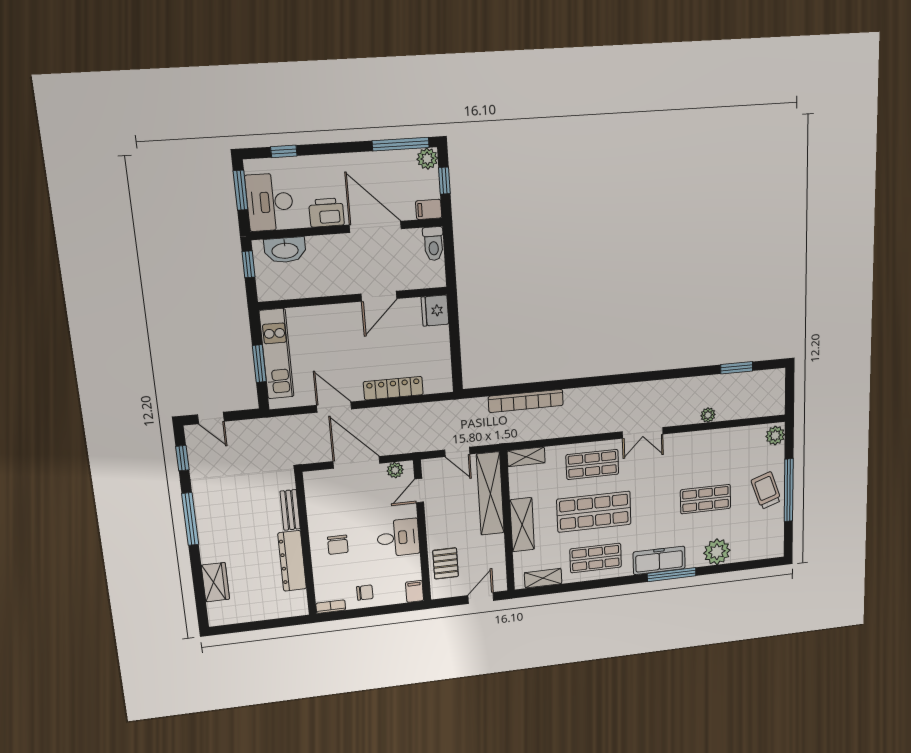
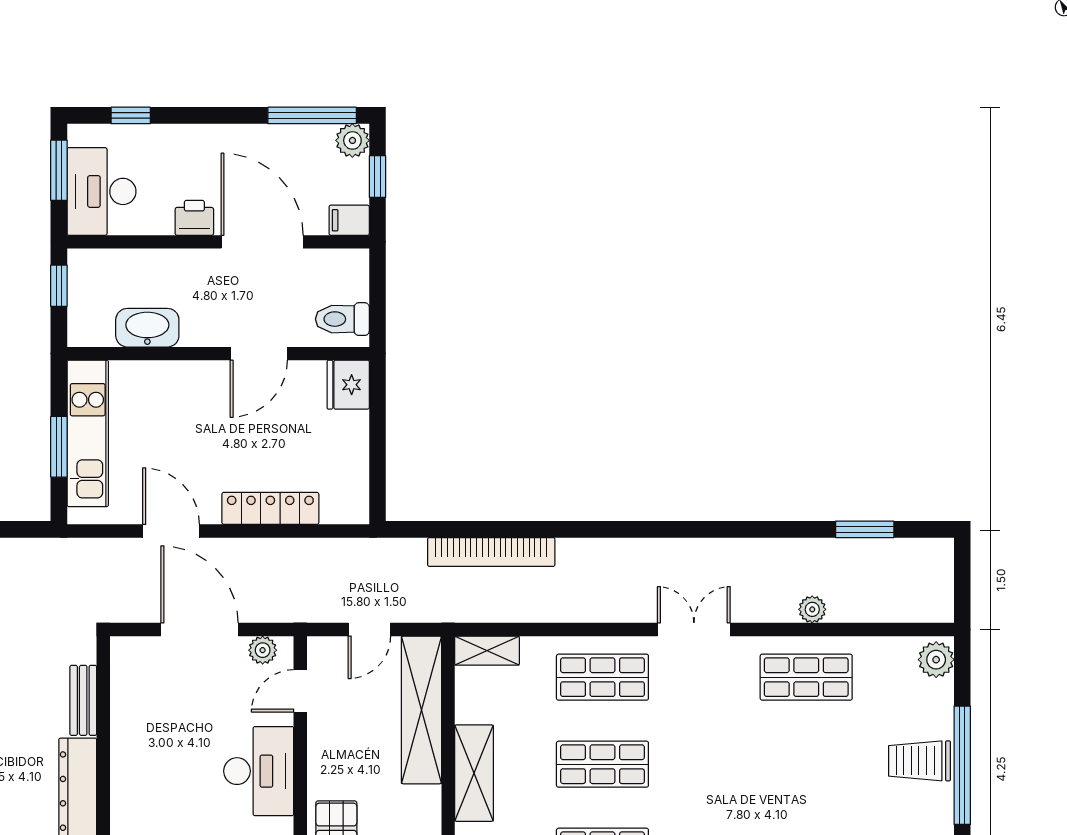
printer: (326, 213) -> (194, 218), width x0.73, depth x0.81
toilet: (433, 244) -> (342, 319), moved, turned 90
washbasin: (285, 250) -> (147, 328), moved, turned 180
double door: (643, 433) -> (694, 630), swing flipped
door: (457, 452) -> (369, 630), hinge flipped
trolley: (766, 491) -> (920, 761), turned -71
shop shelf: (706, 499) -> (806, 677), moved
shop shelf: (594, 512) -> (602, 764), width x0.70, depth x0.74
desk: (398, 538) -> (259, 771), width x1.37
chair: (338, 545) -> (156, 771), removed

